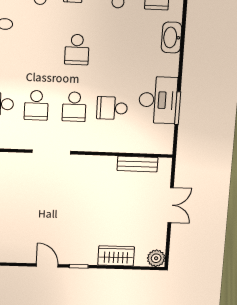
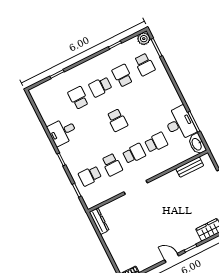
washbasin: (172, 37) -> (197, 144), moved
school desk: (74, 107) -> (134, 154), turned -90
school desk: (112, 108) -> (156, 142), turned 180

